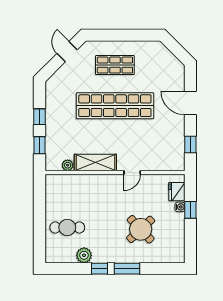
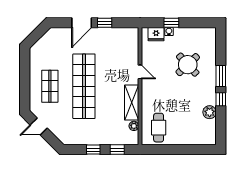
window: (190, 145) -> (105, 23), moved
cafe table: (67, 227) -> (159, 128), moved

